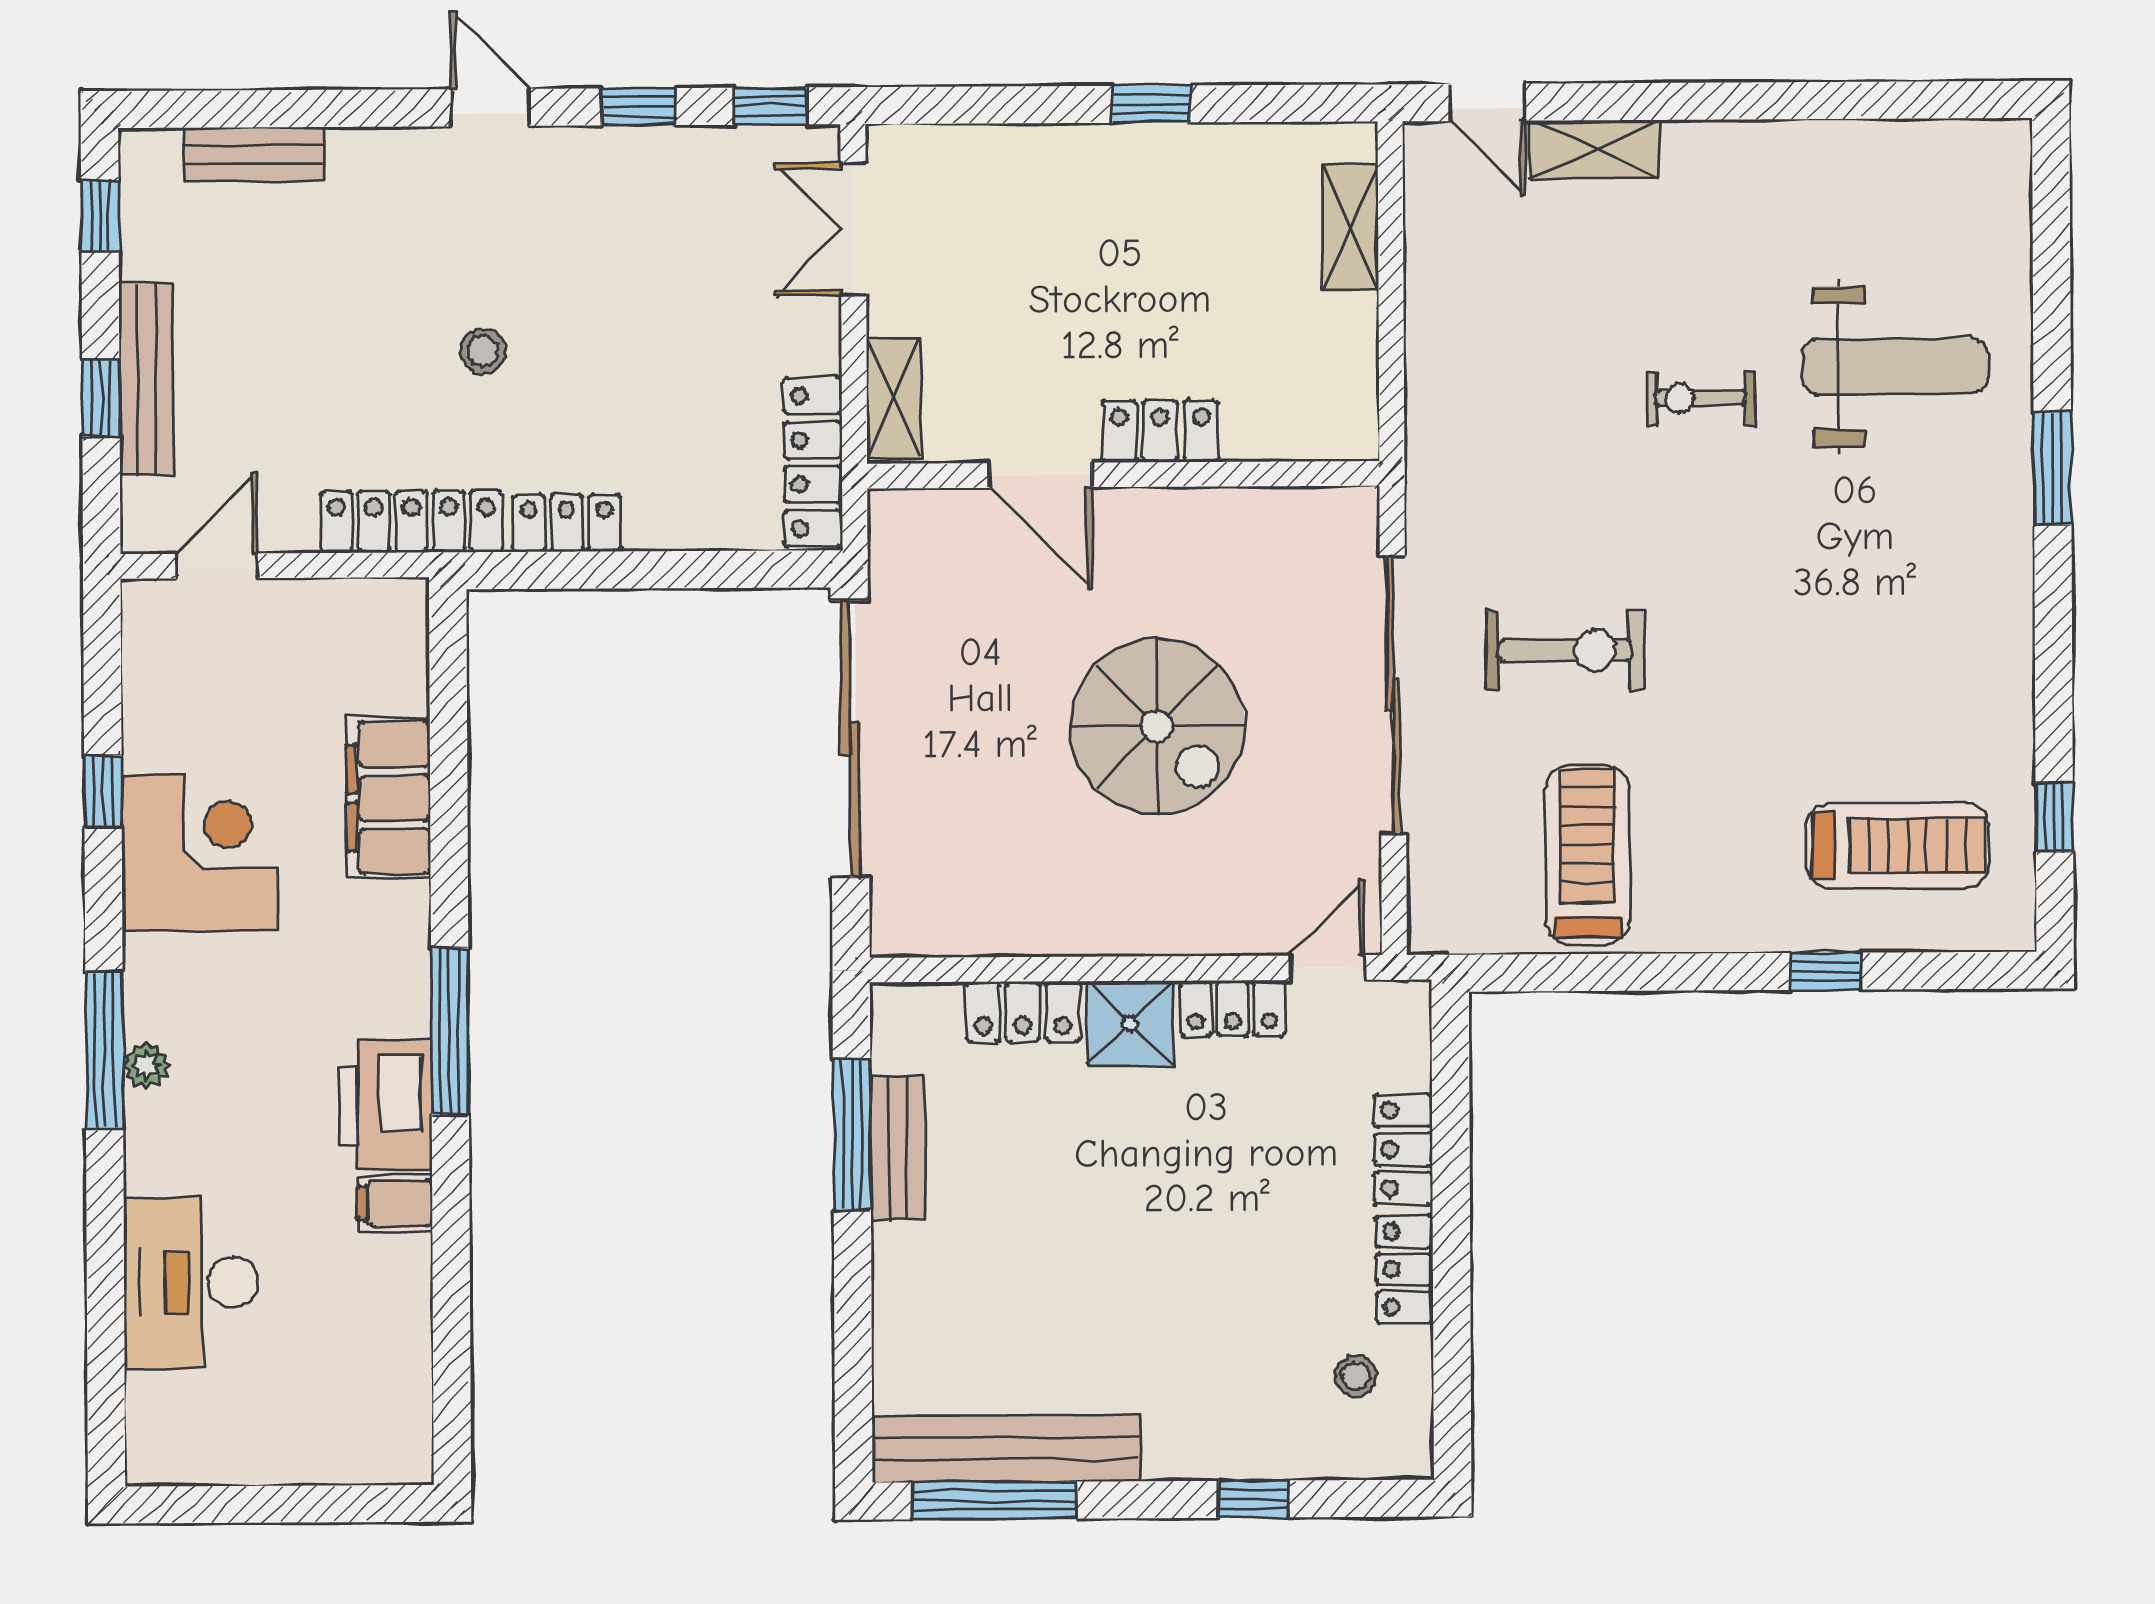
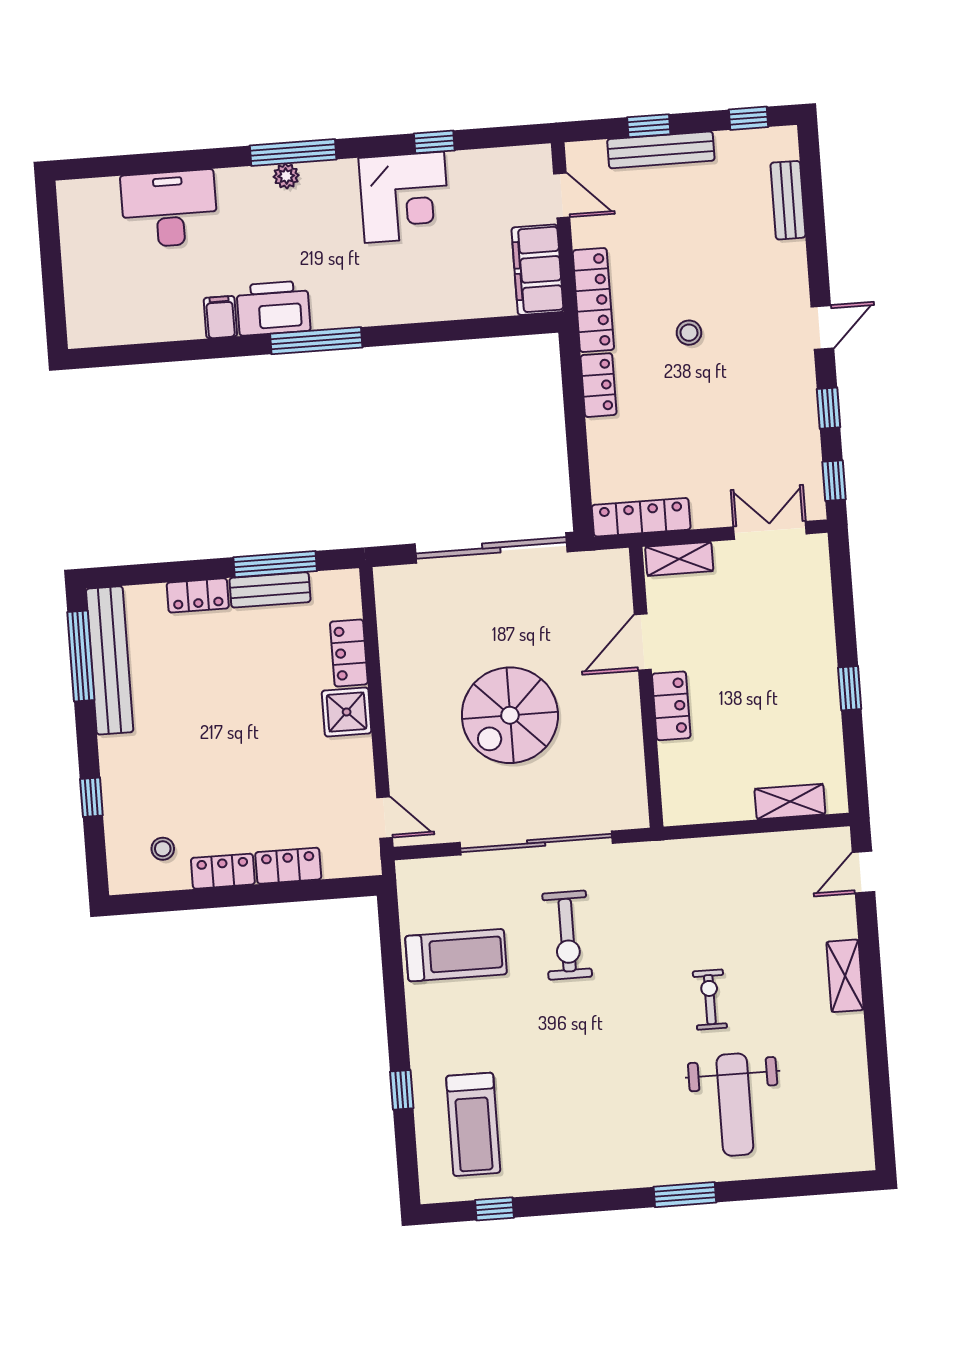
shelving: (1594, 150) -> (845, 976), moved
filing cabinet: (389, 798) -> (538, 270), moved, turned -90
locker: (1233, 1008) -> (198, 595), moved, turned -90

